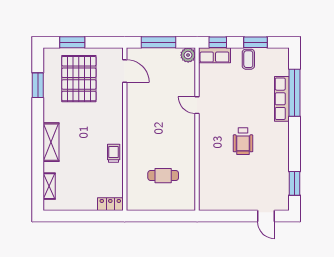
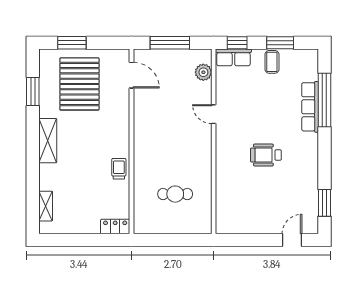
plant: (188, 55) -> (203, 72), moved
wheelchair: (243, 141) -> (266, 155), turned 90
shelving: (51, 142) -> (48, 141), moved
door: (266, 216) -> (292, 240), swing flipped

